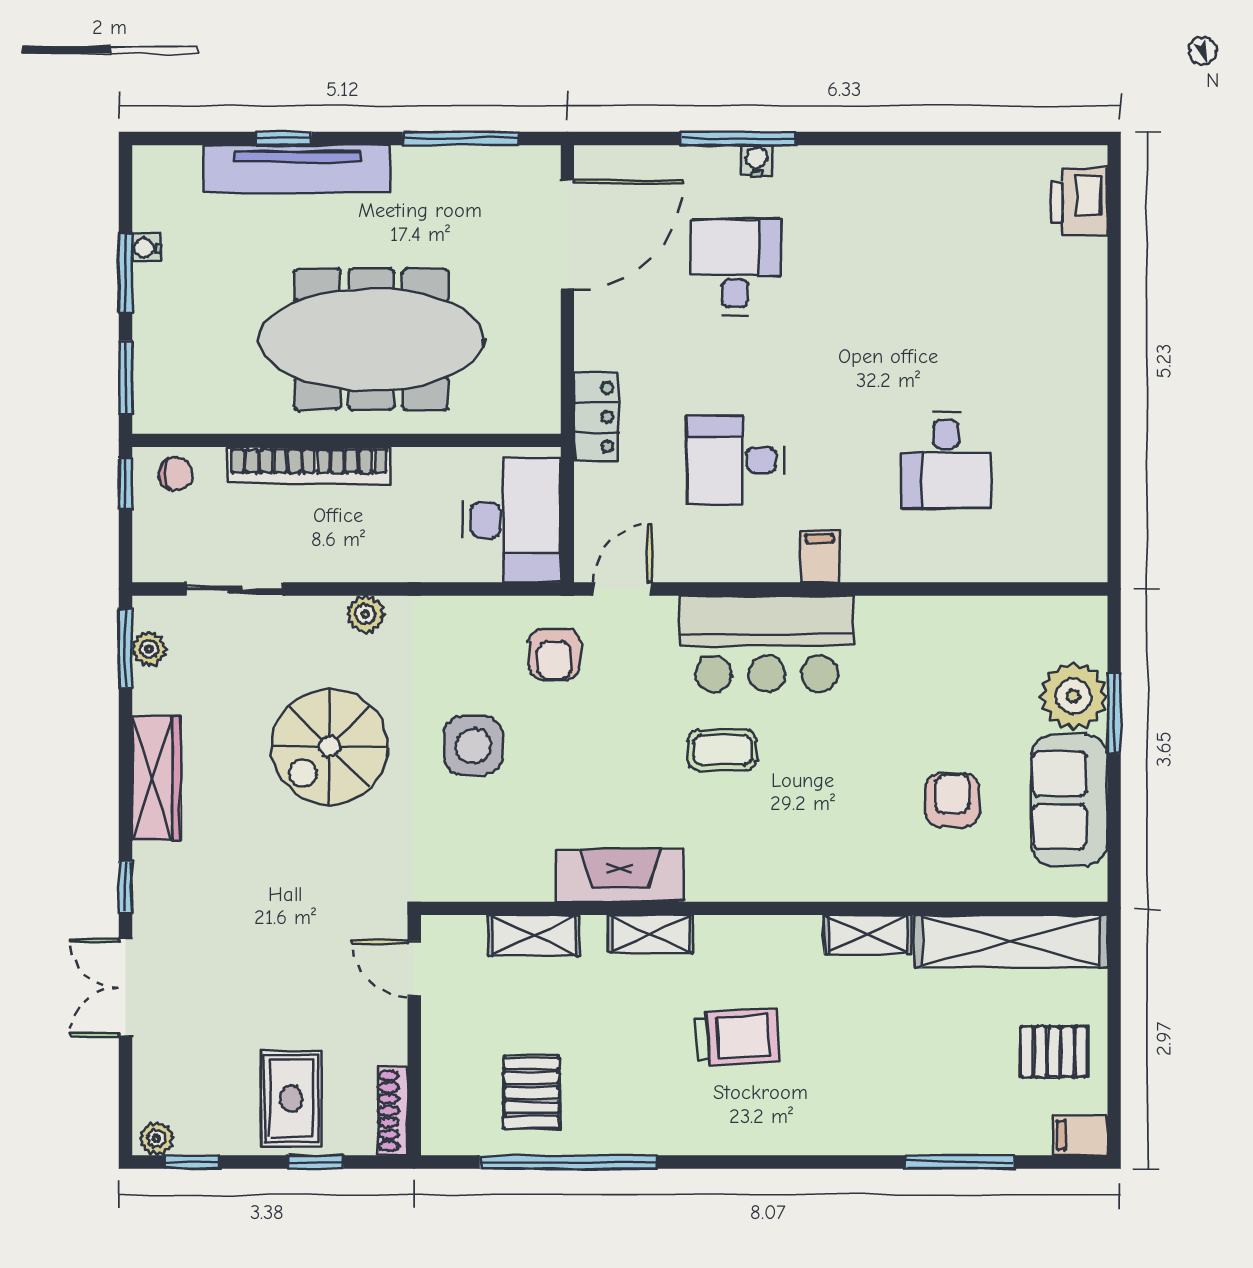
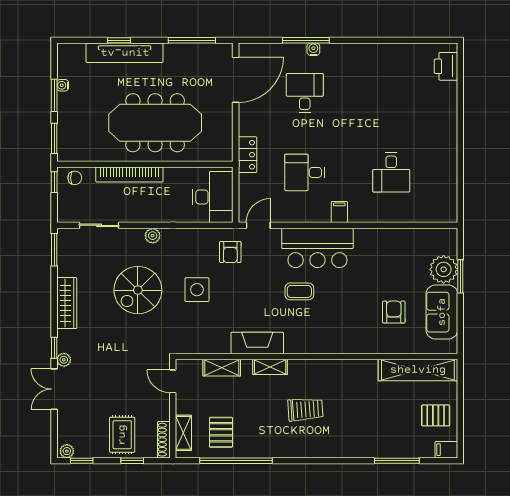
plant: (149, 649) -> (64, 360), moved
shelving: (868, 934) -> (183, 433), moved, turned 90

